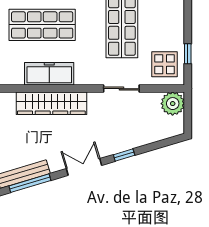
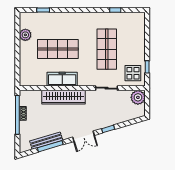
double door: (84, 167) -> (83, 136), swing flipped

